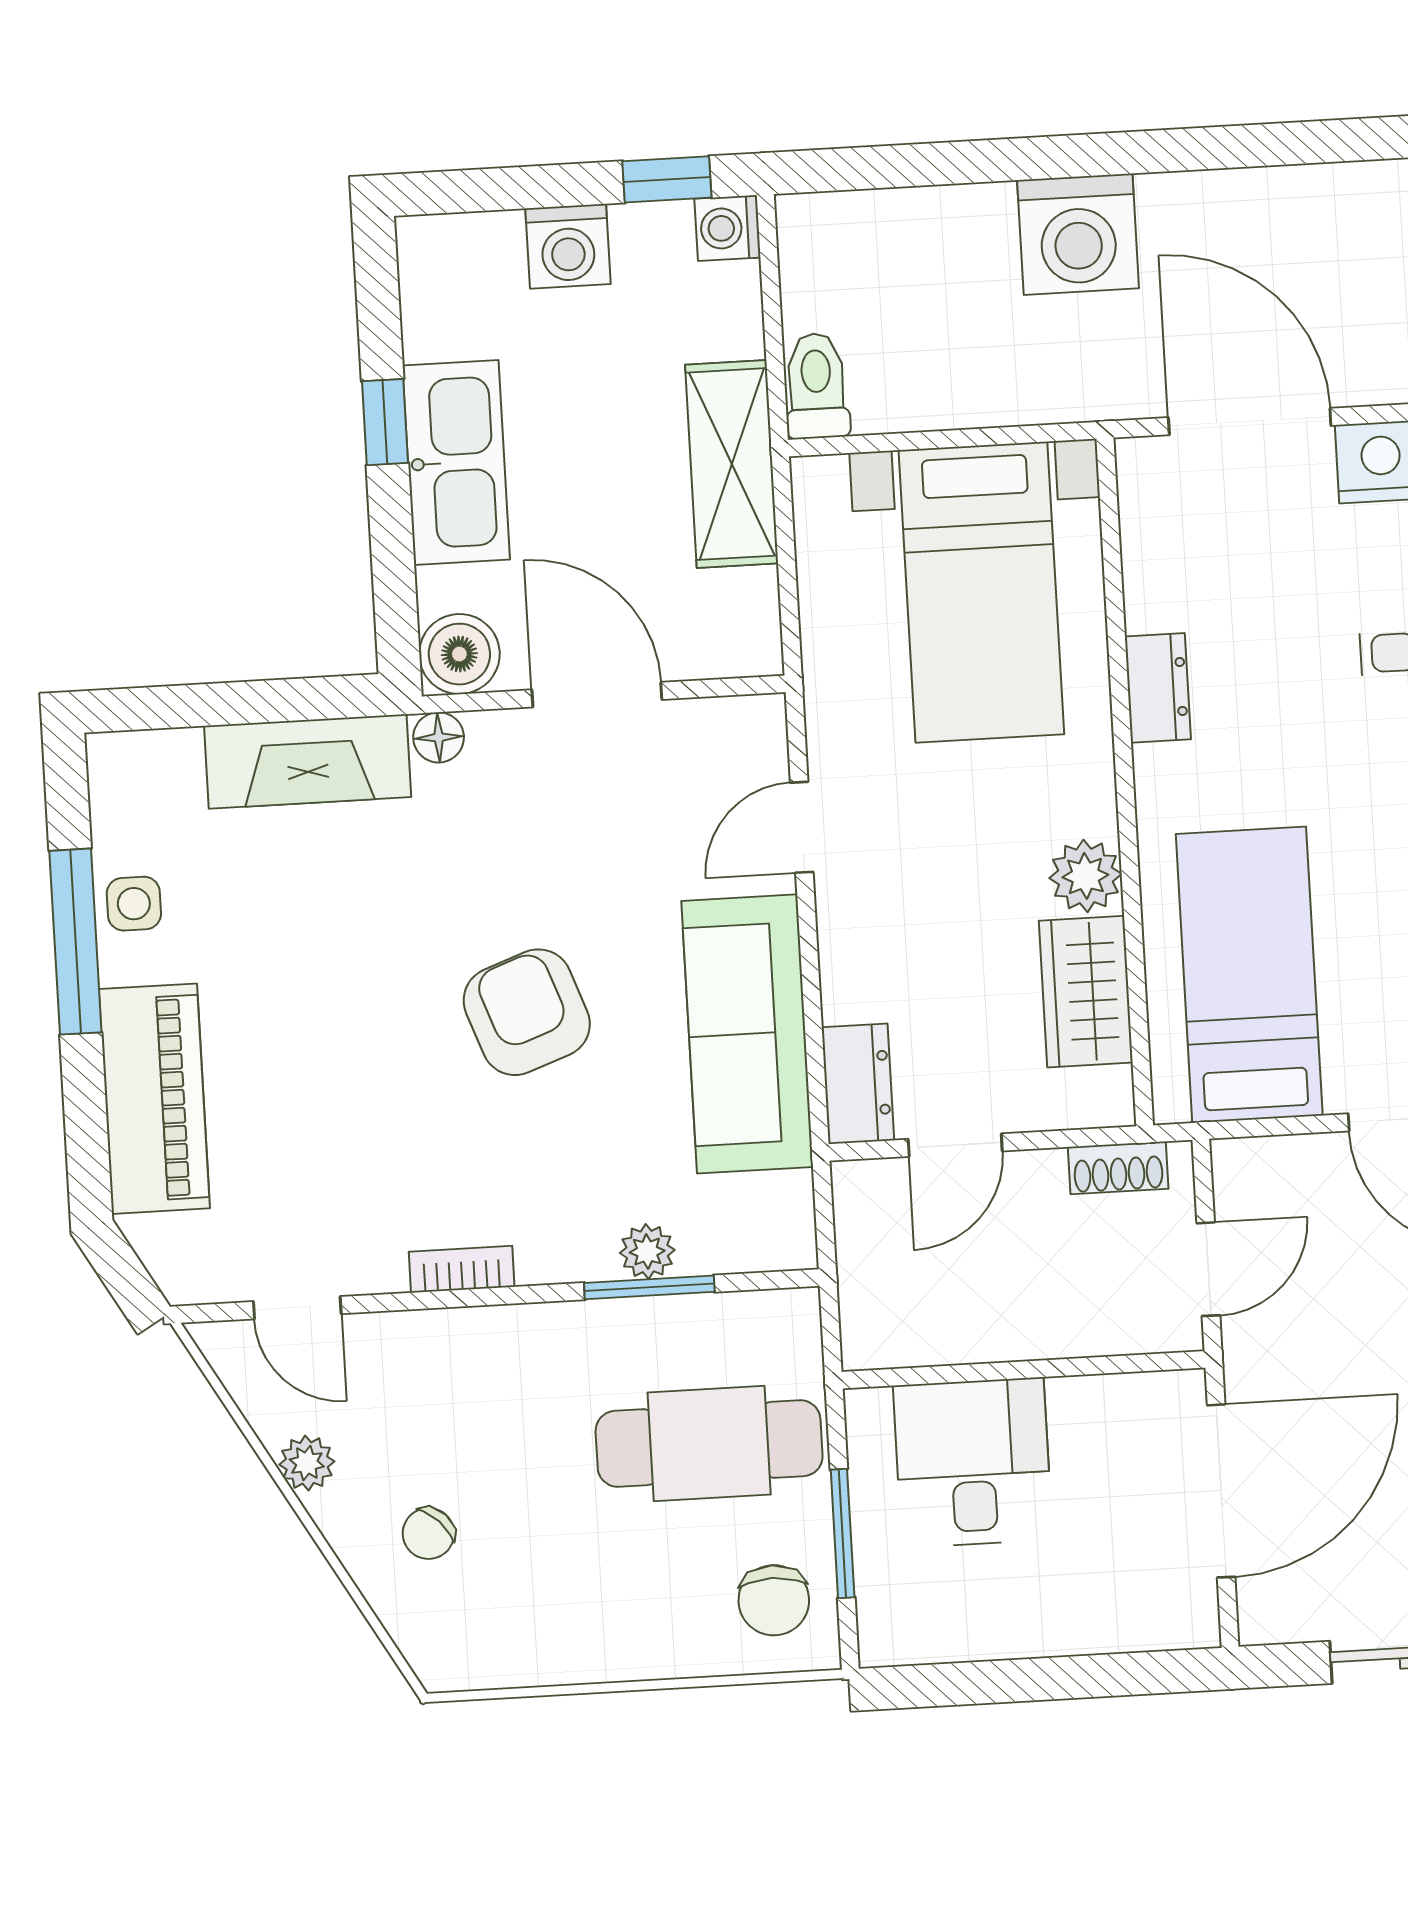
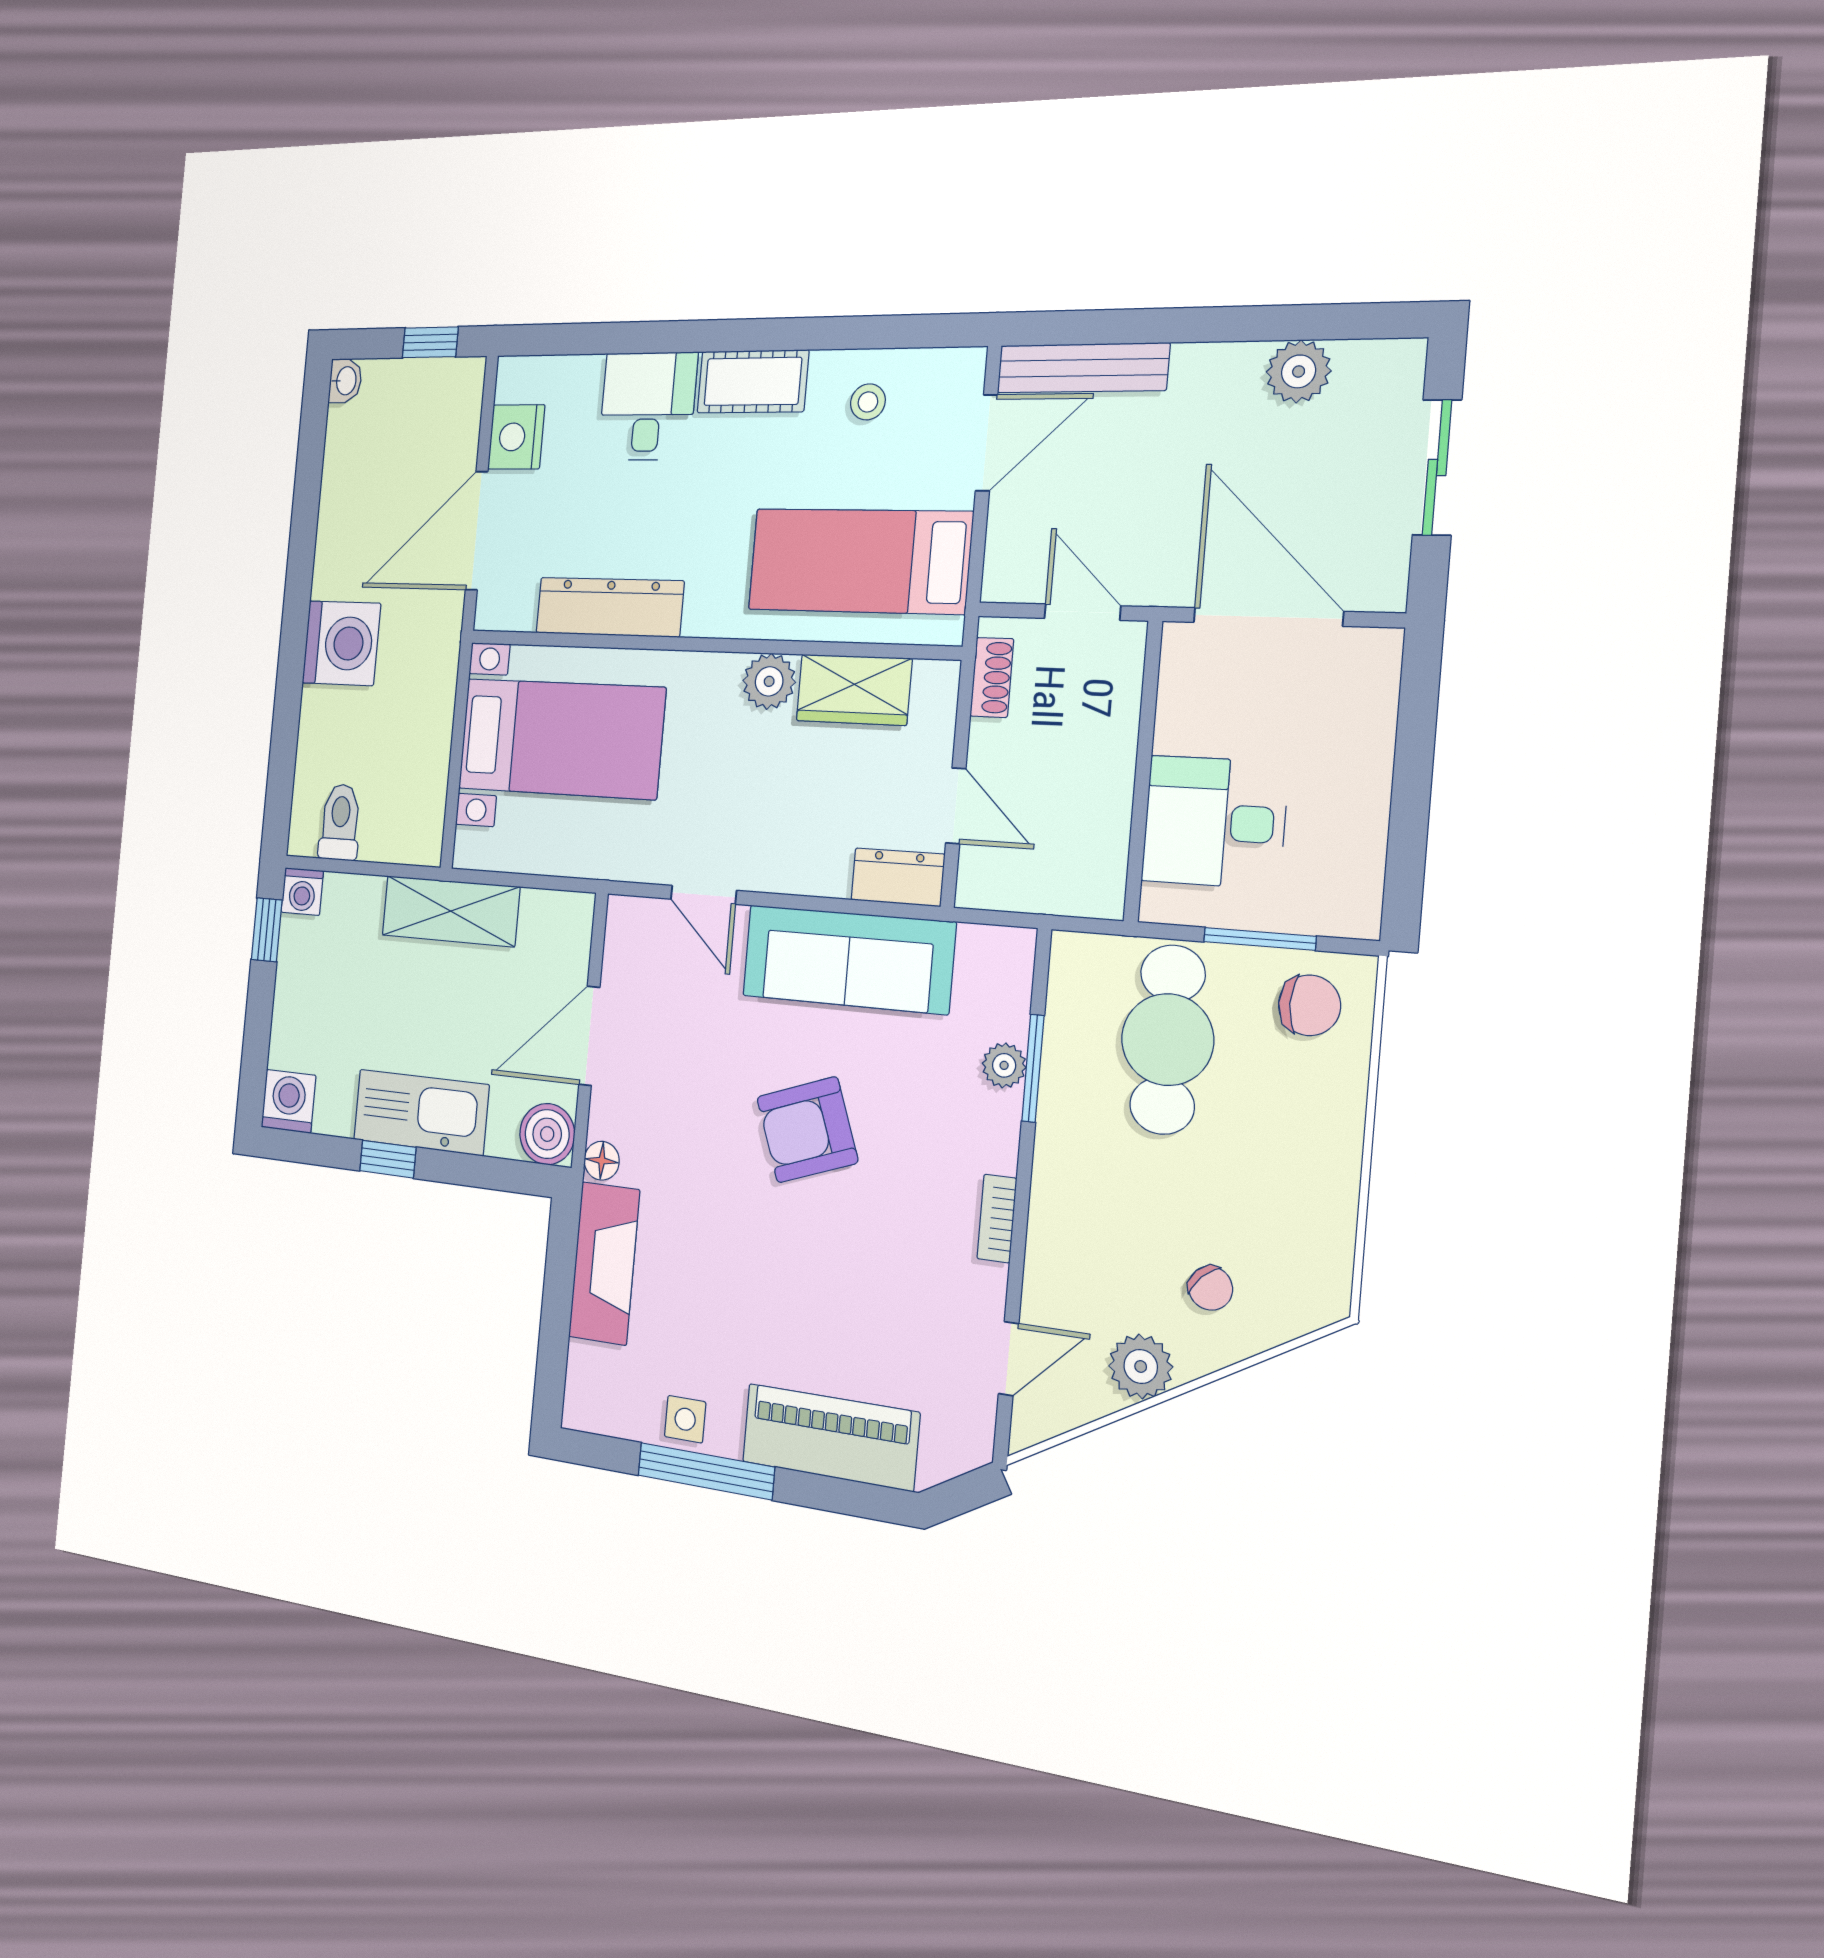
washing machine: (568, 246) -> (289, 1101), moved, turned -90
toilet: (816, 386) -> (340, 822), moved, turned 90
dresser: (1158, 688) -> (609, 607), width x1.96, depth x1.24
plant: (307, 1463) -> (1141, 1366), width x1.38, depth x1.38

